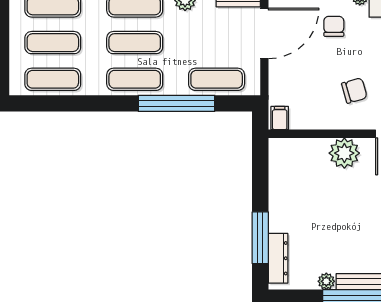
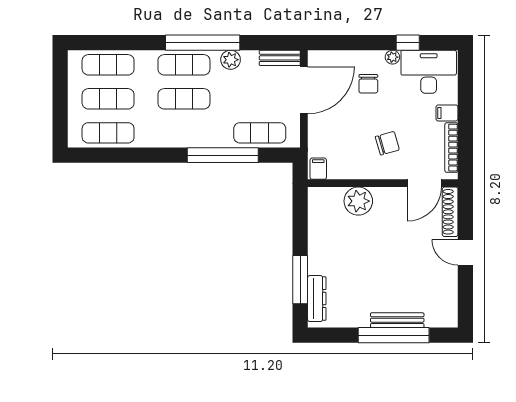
chair: (334, 26) -> (368, 84), turned 180
exercise mat: (135, 79) -> (184, 133), removed
plant: (344, 153) -> (358, 201), moved
plant: (326, 281) -> (361, 320), removed

